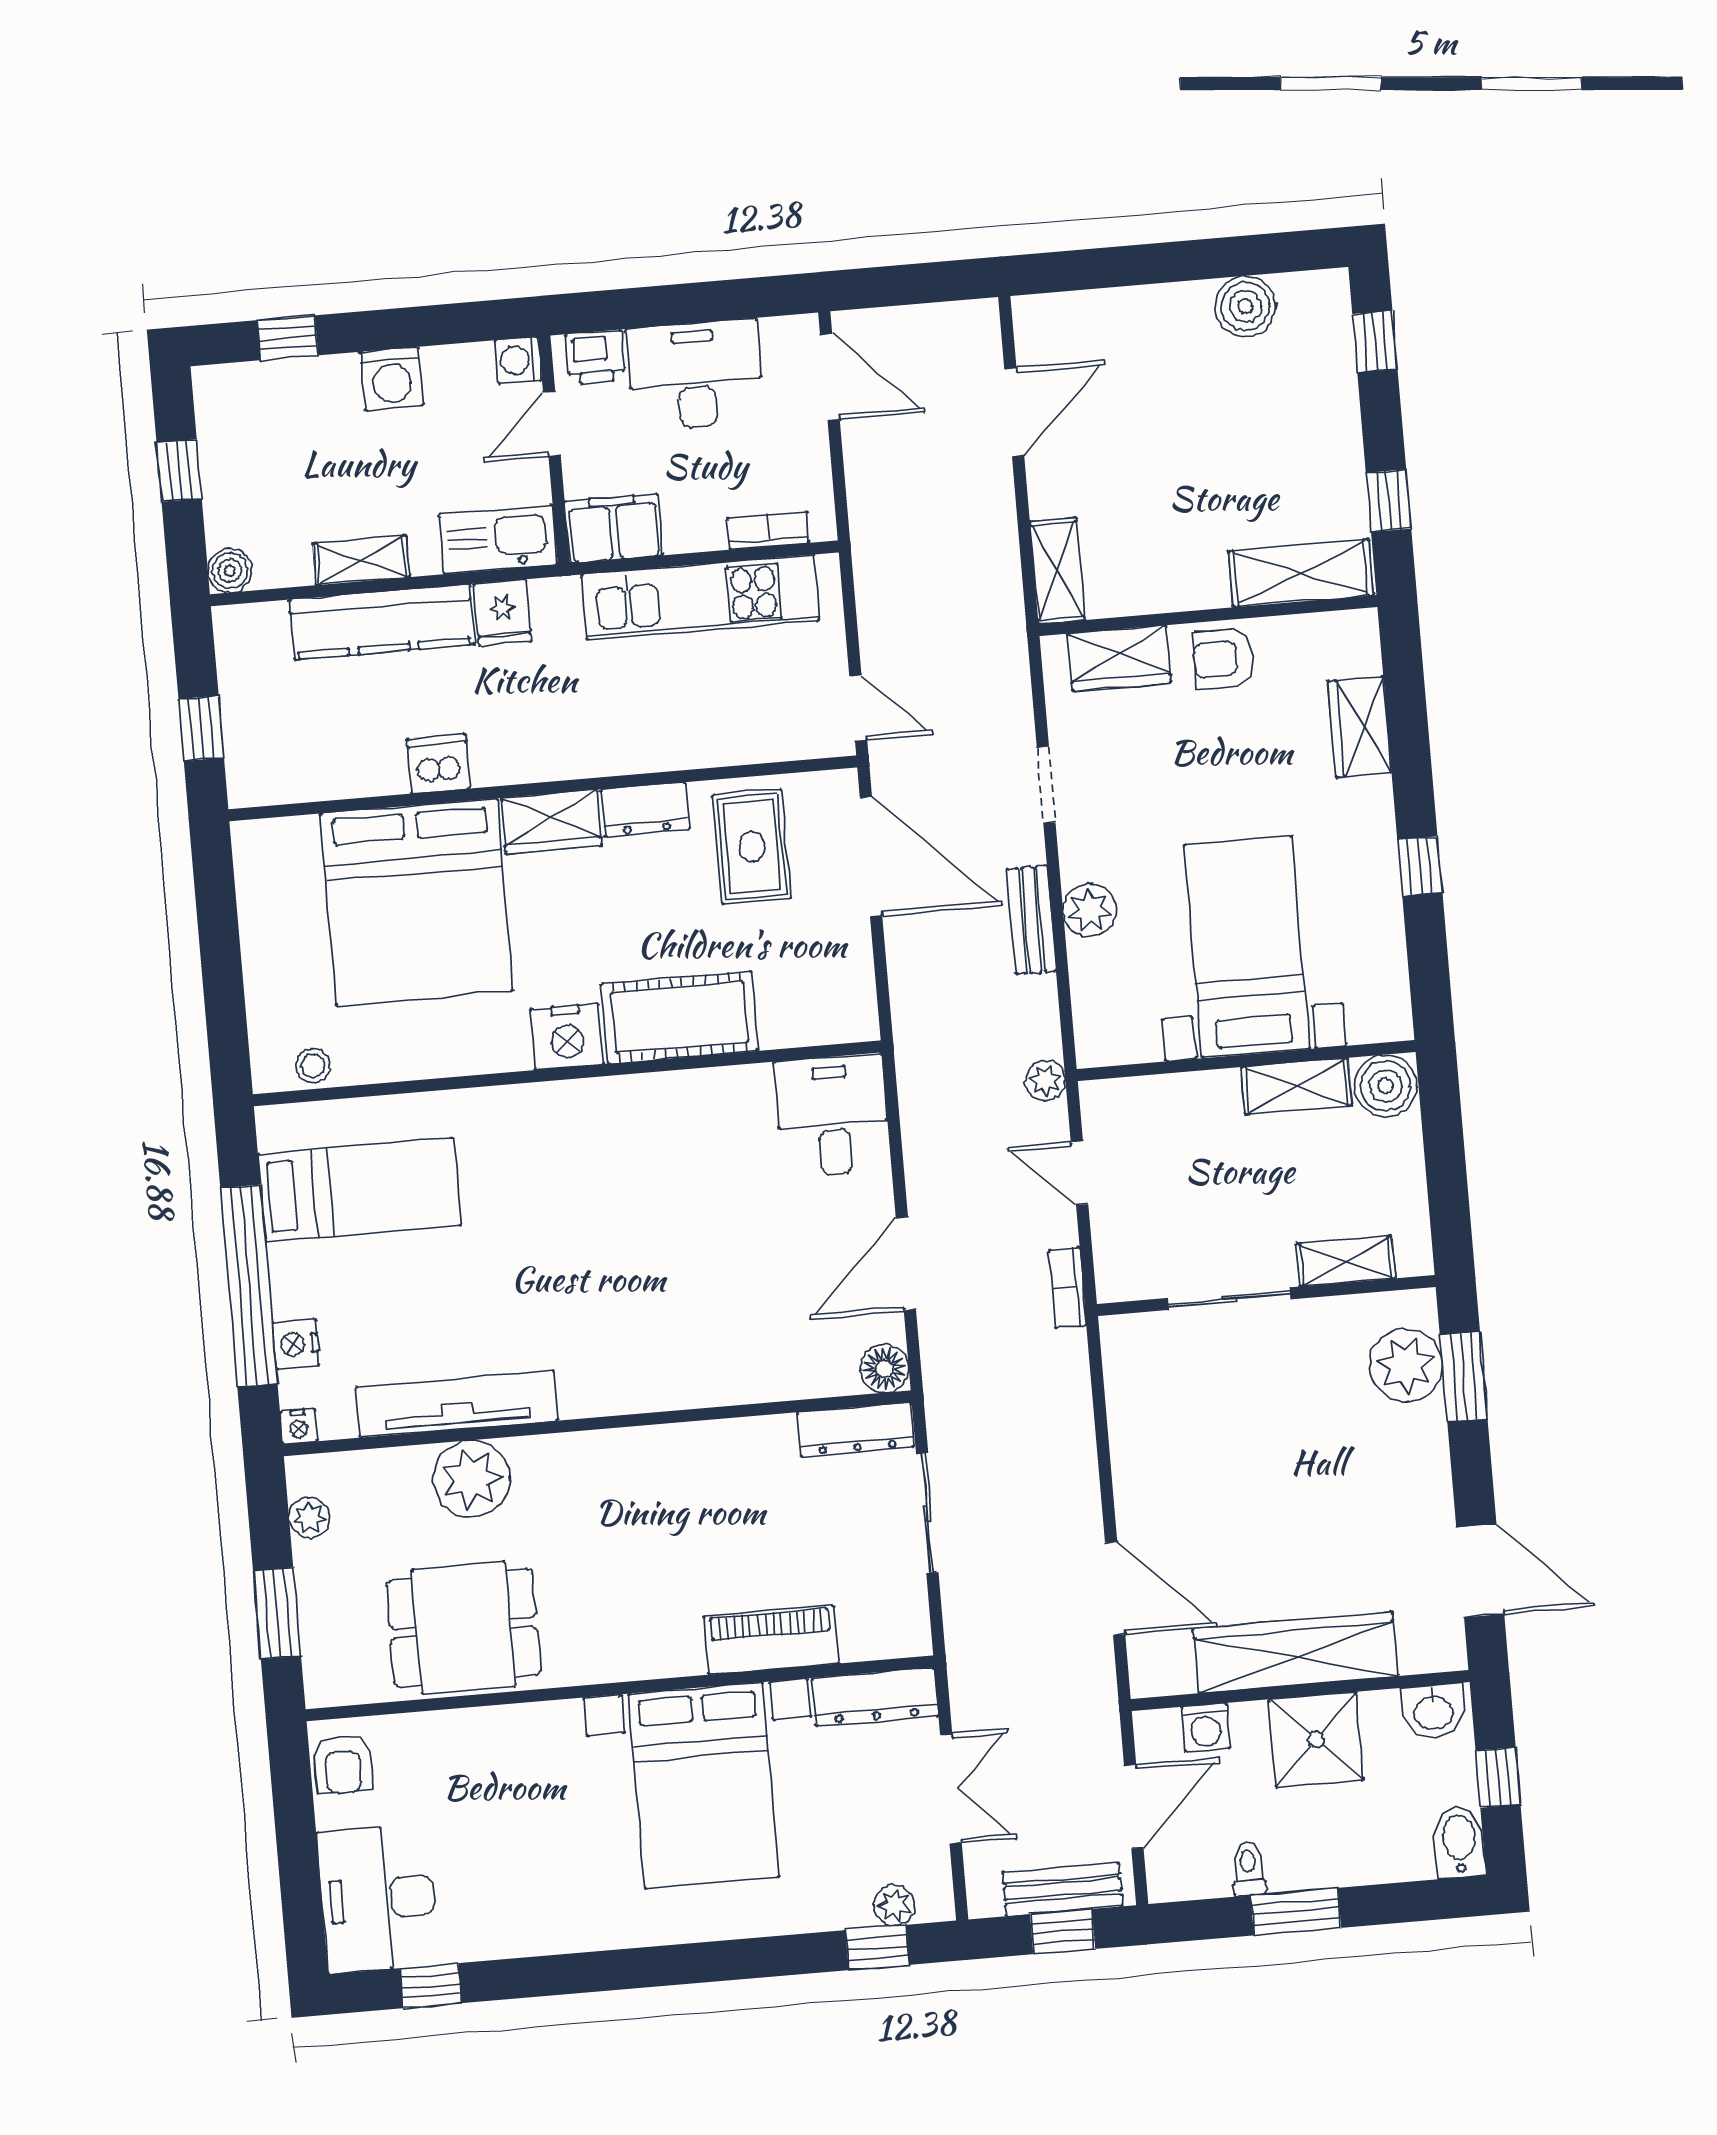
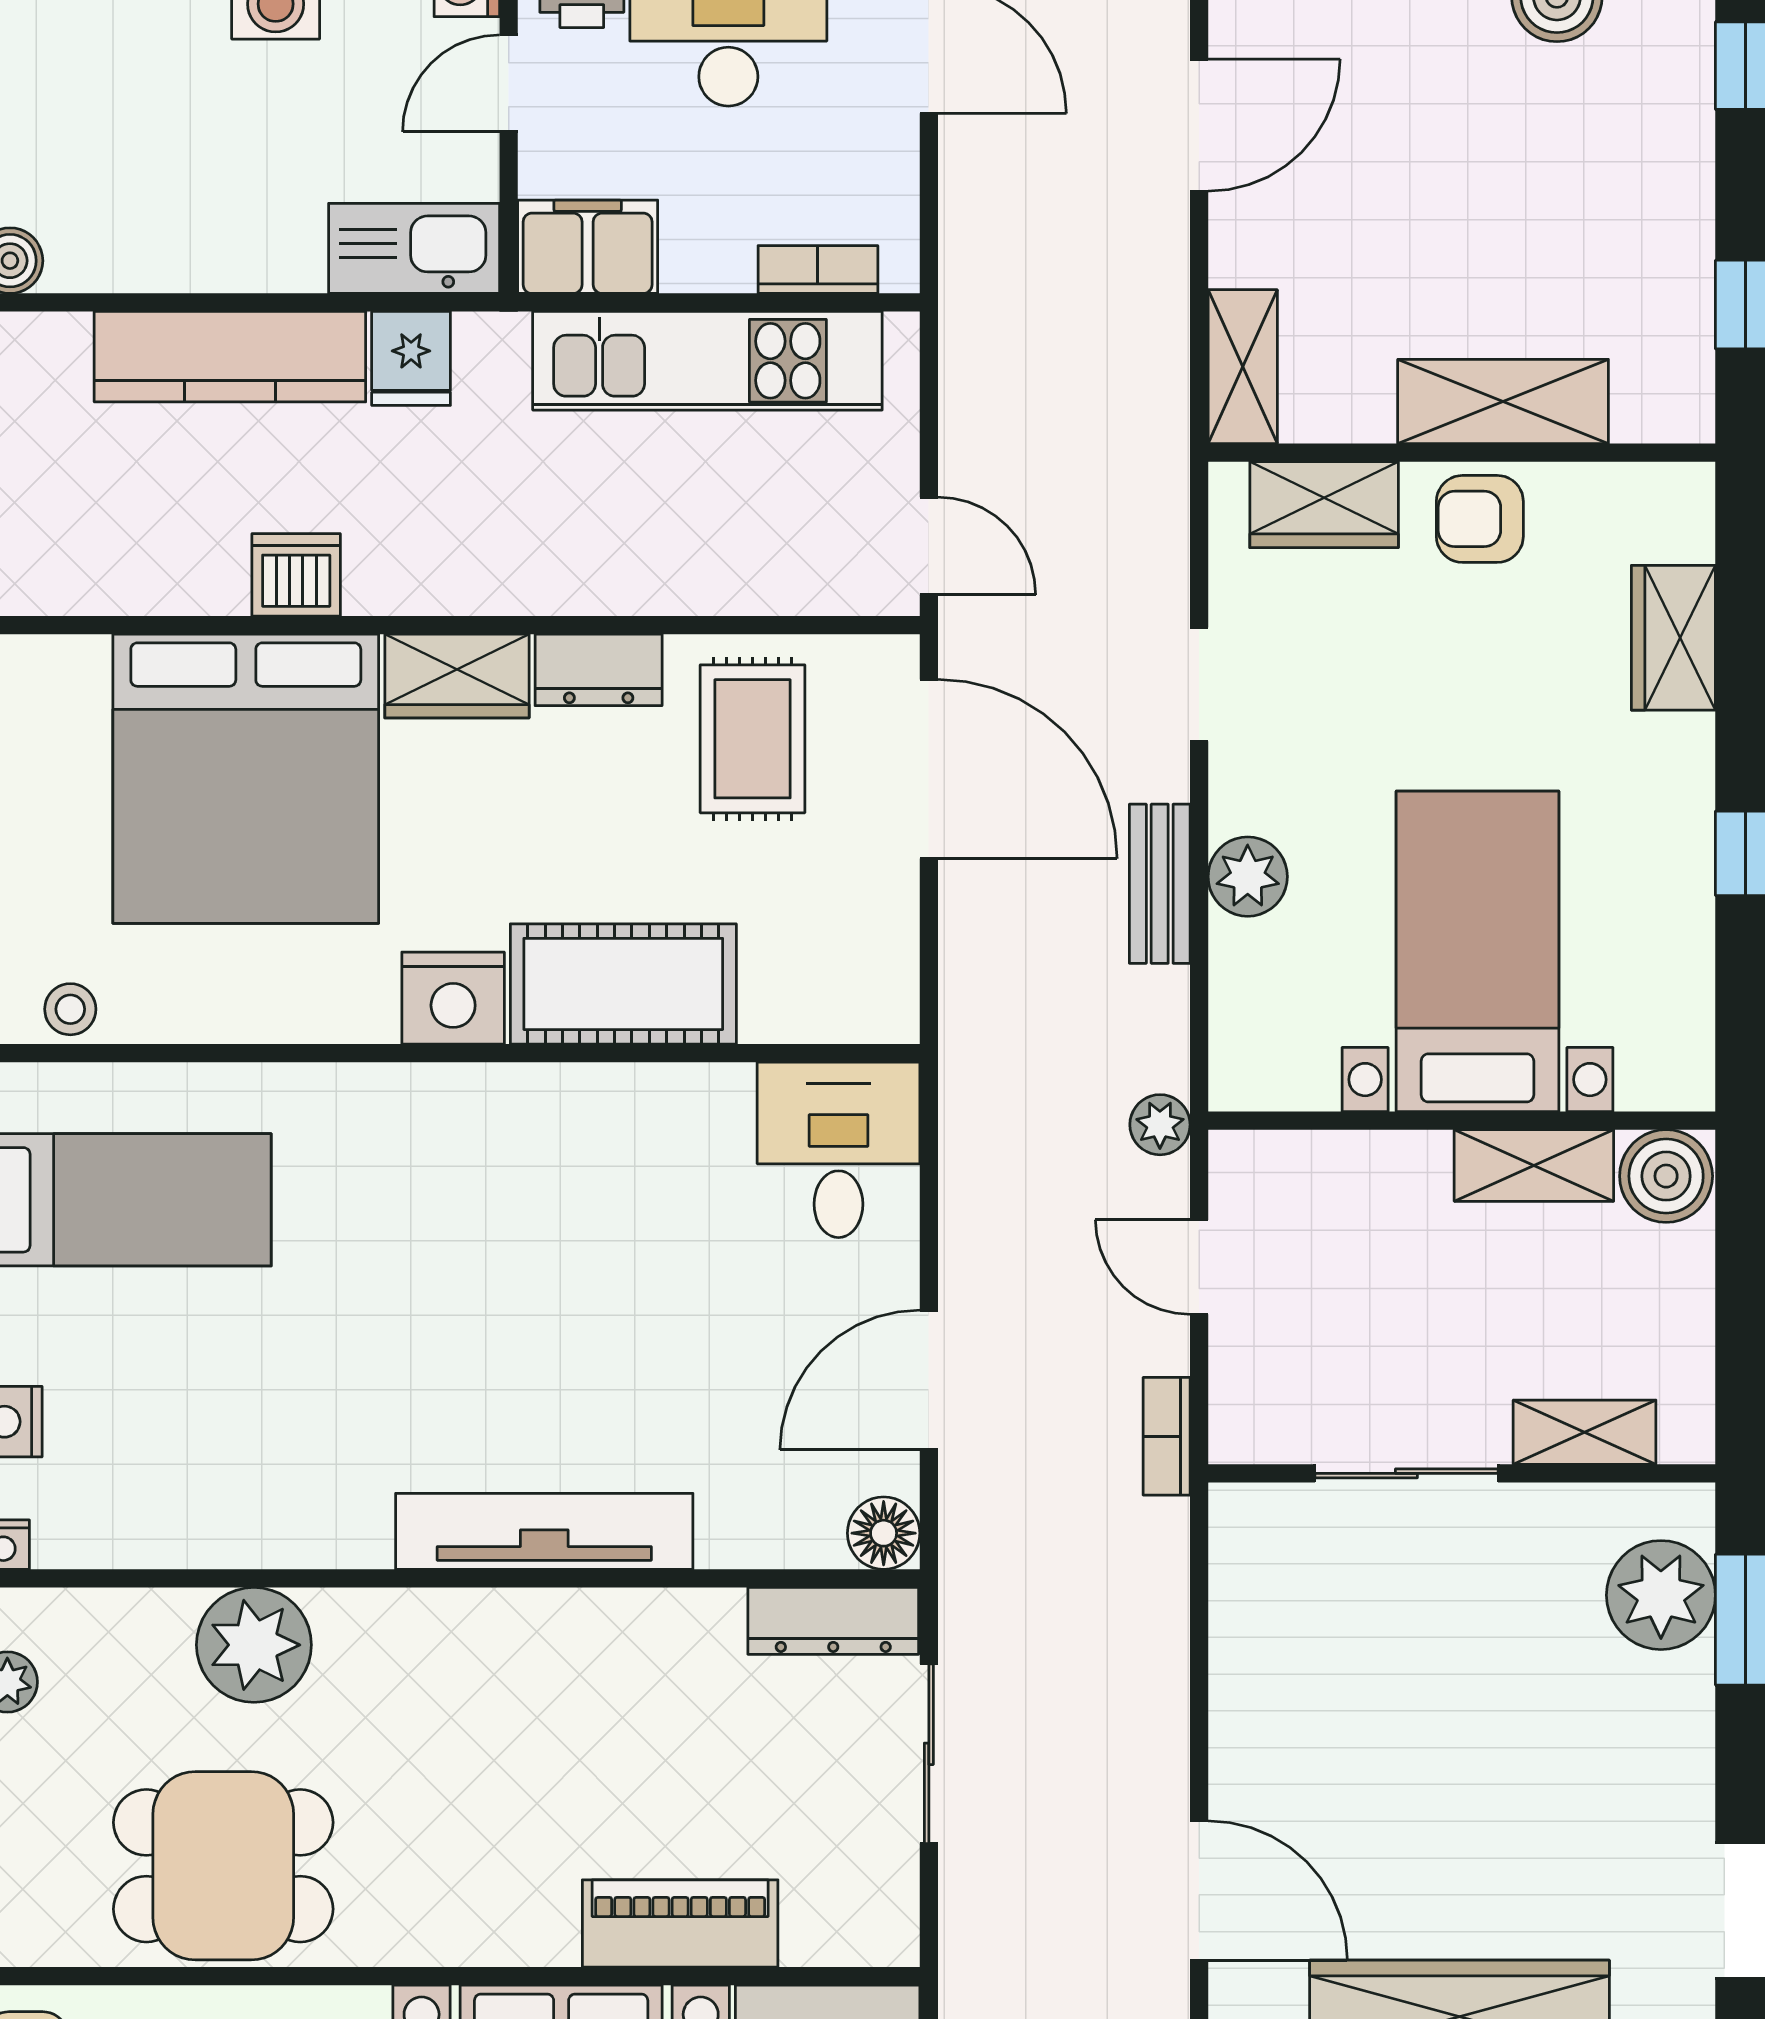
shelving: (361, 560) -> (207, 262), removed
shelving: (1301, 573) -> (1503, 401), moved
tv unit: (457, 1404) -> (544, 1531), moved

